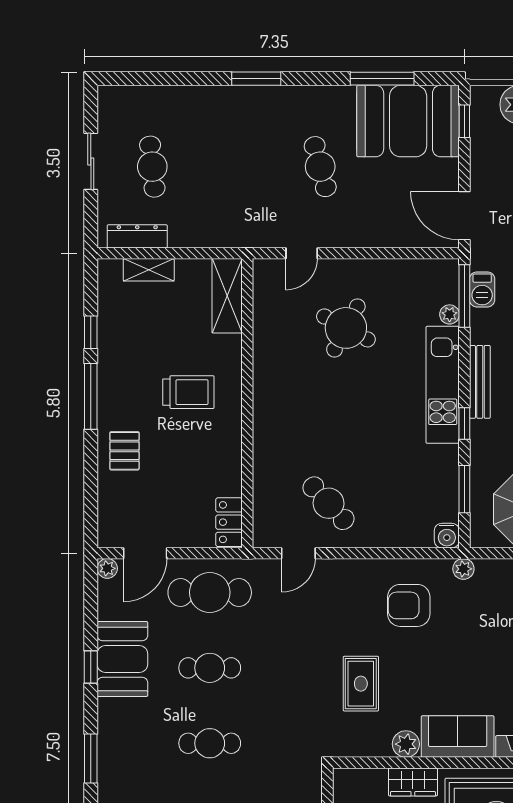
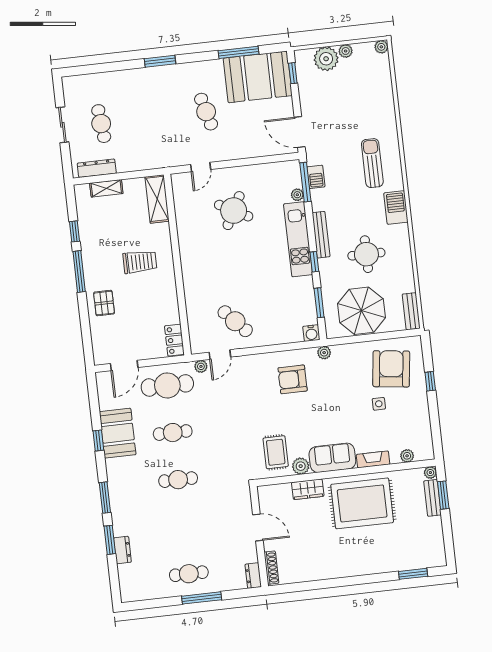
plant: (107, 568) -> (201, 366), moved
rug: (361, 684) -> (276, 452), moved

